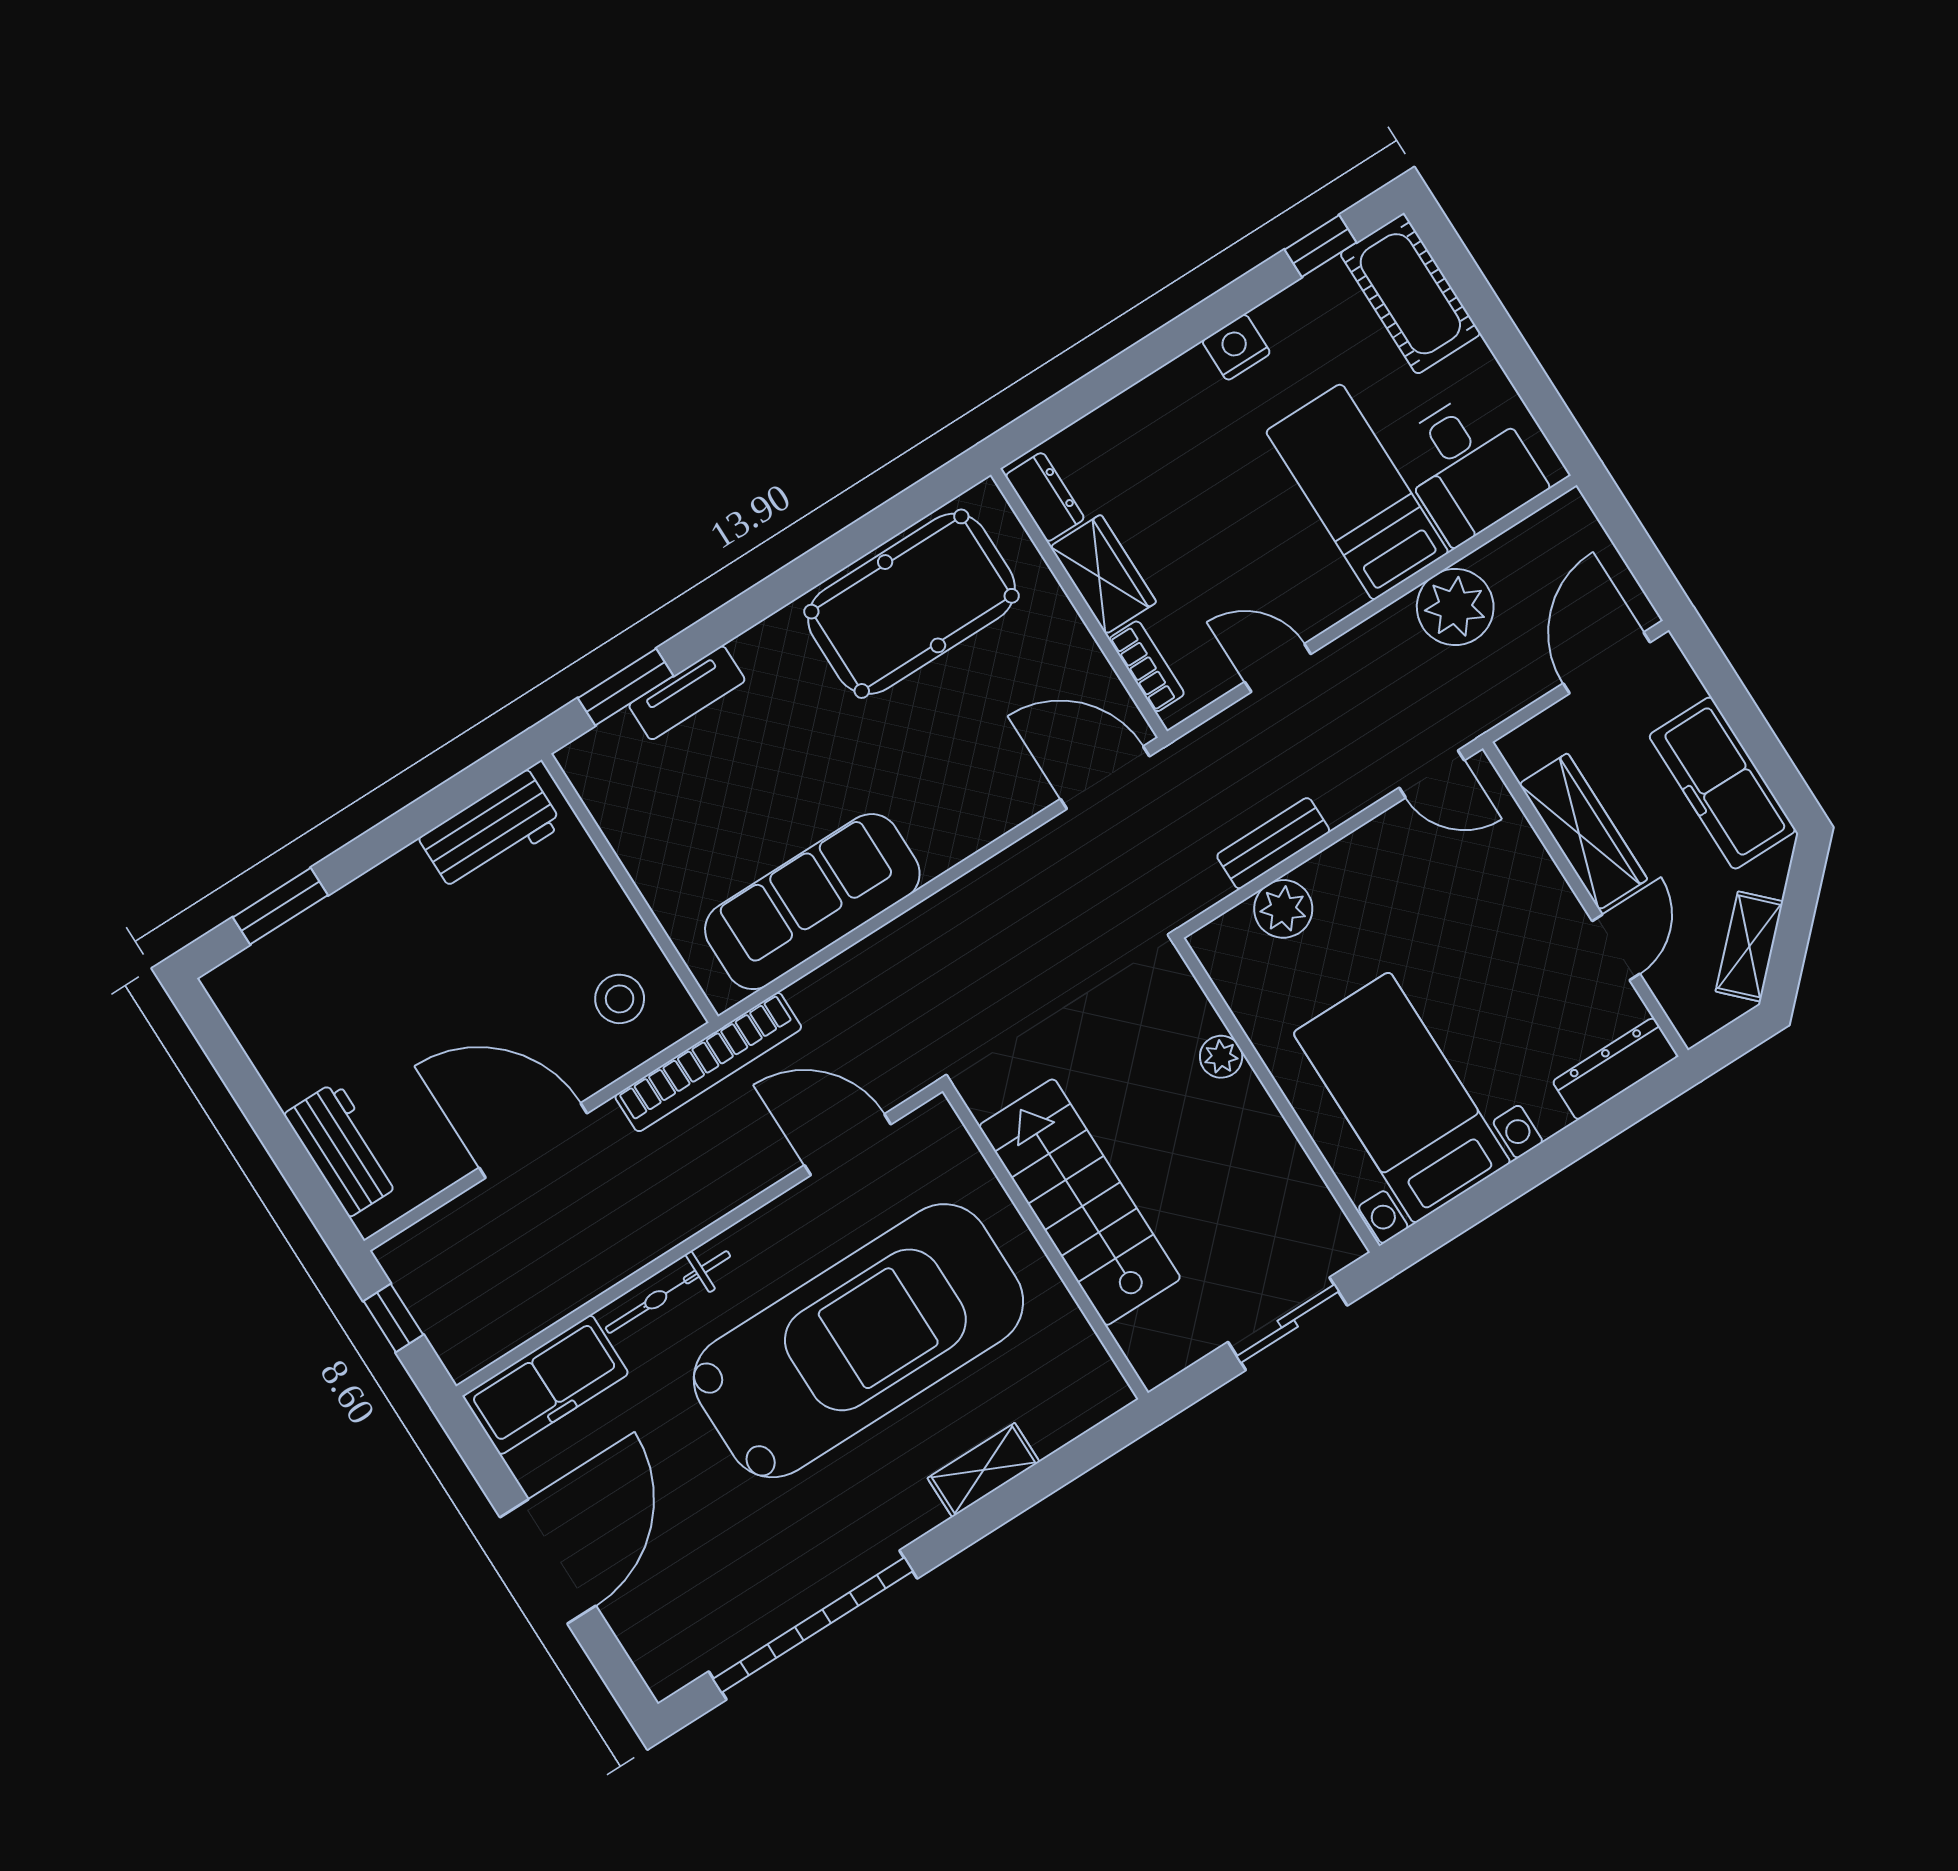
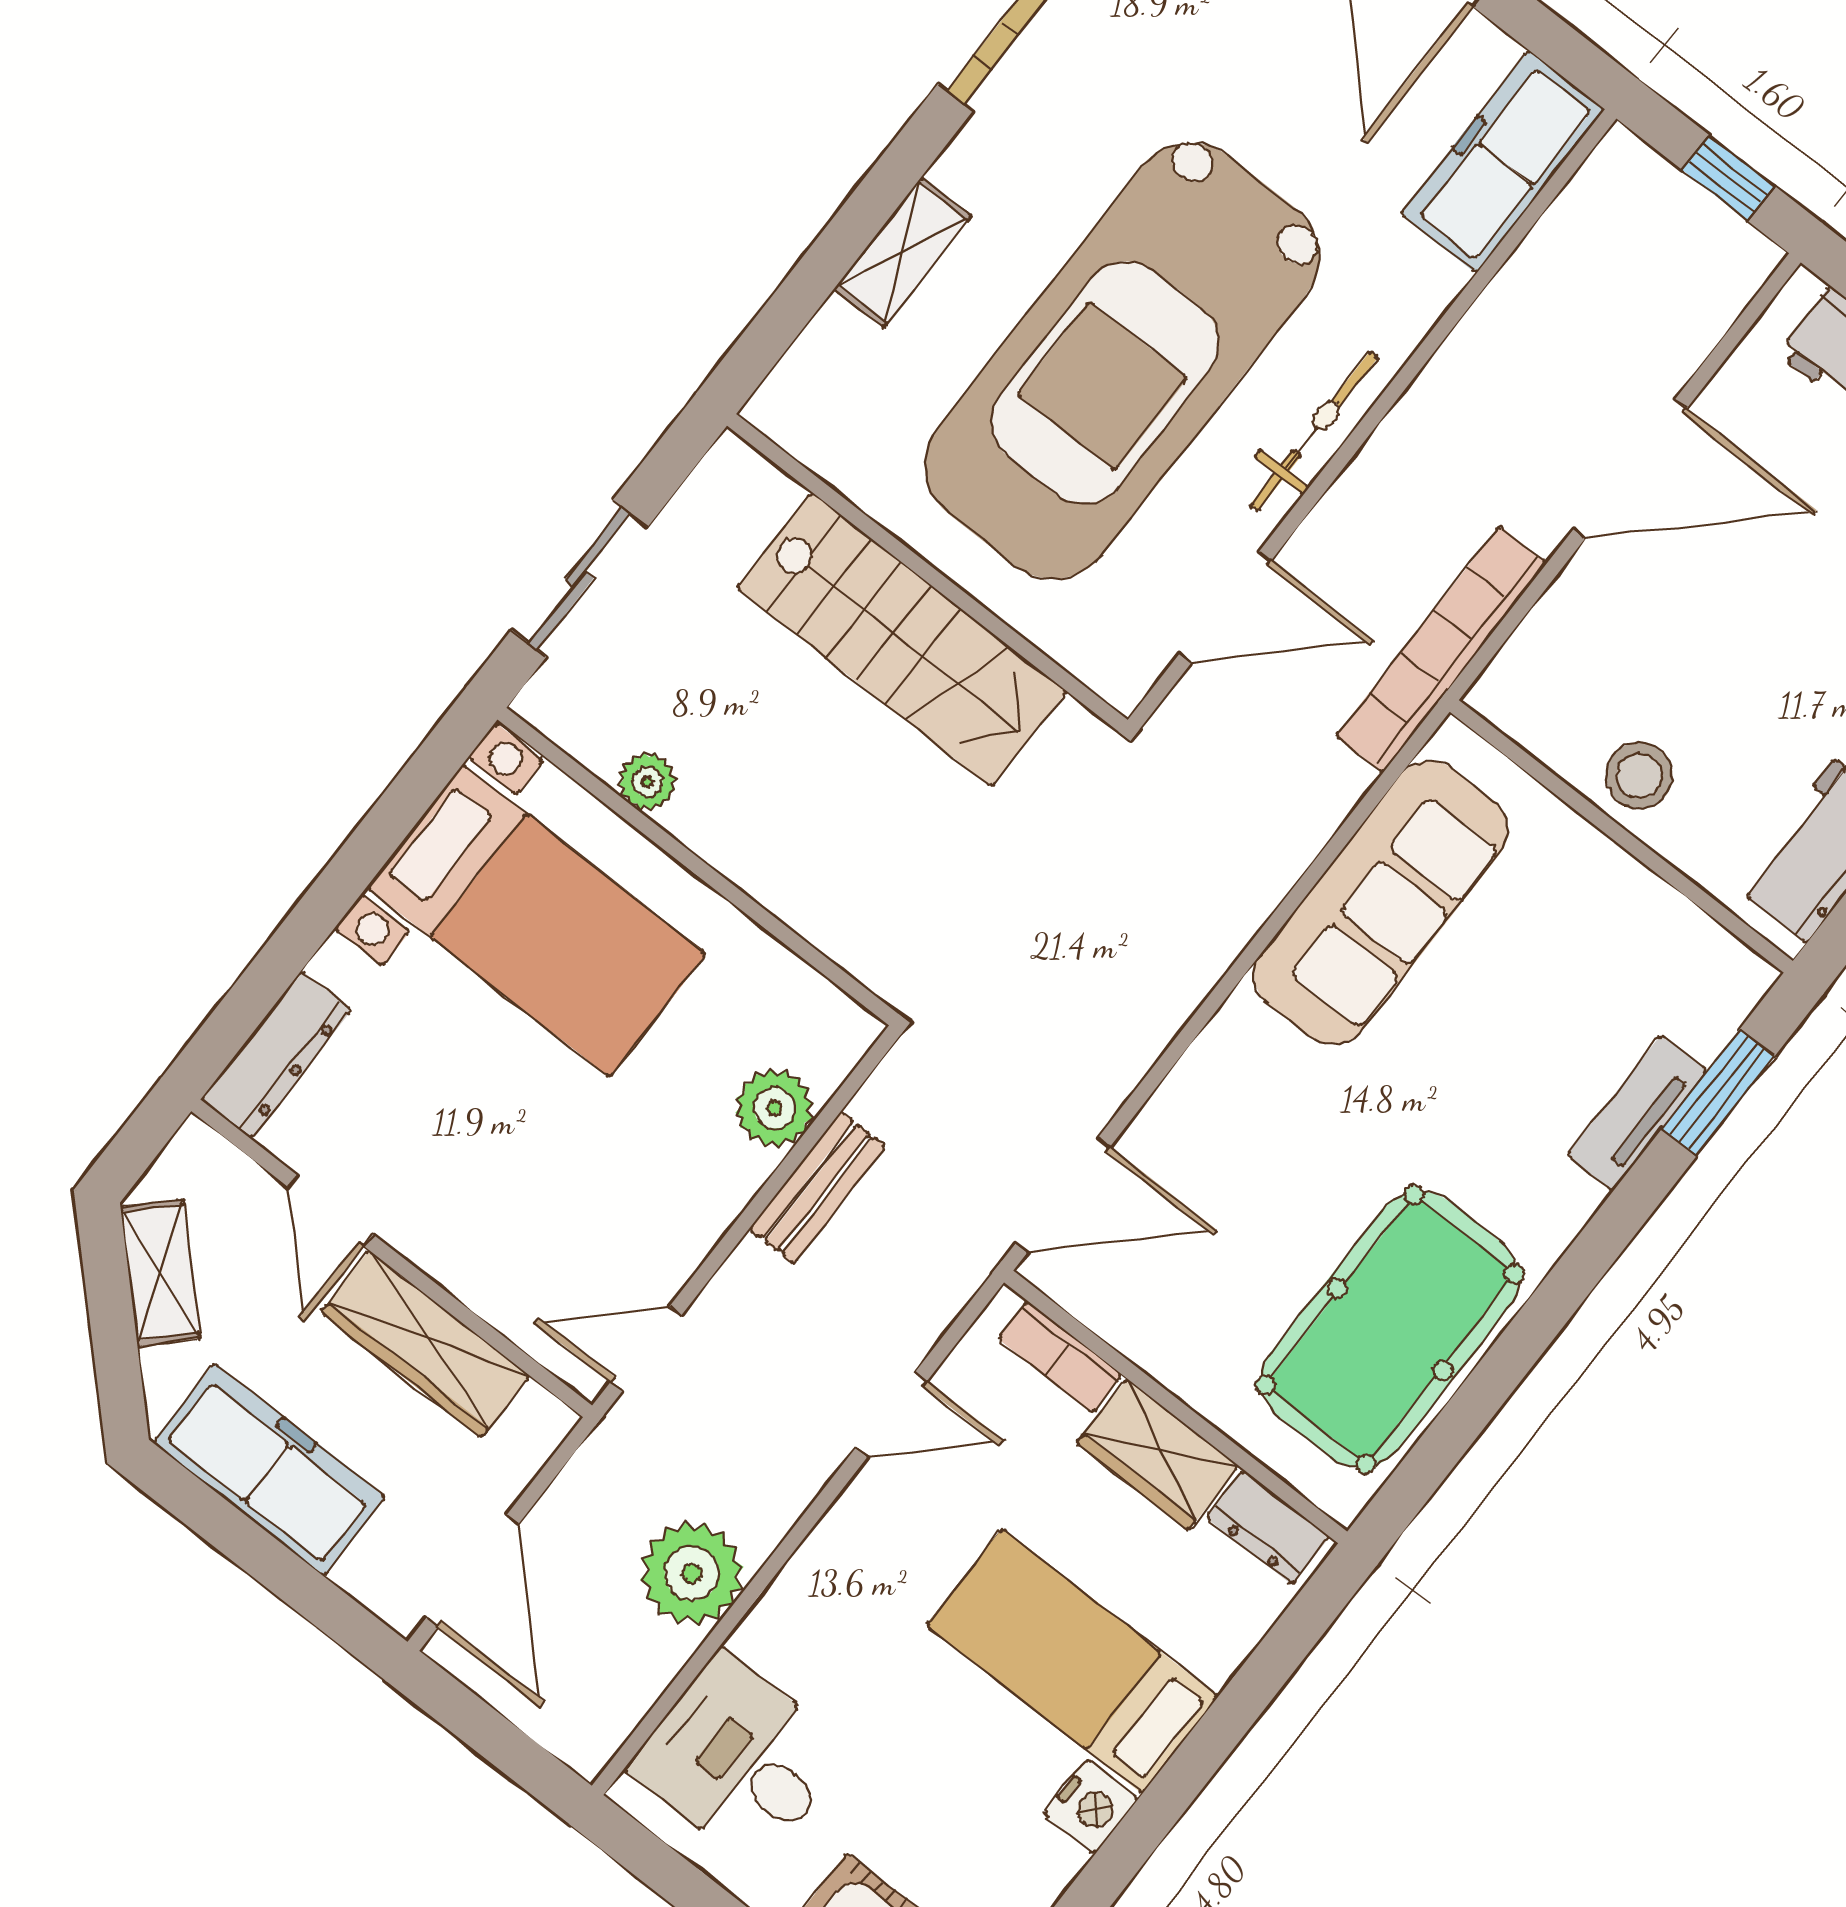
bed: (1357, 492) -> (1072, 1661), moved, turned 180
stool: (620, 999) -> (1639, 776), moved
plant: (1221, 1057) -> (647, 782), moved
bicycle: (668, 1292) -> (1314, 431), moved

